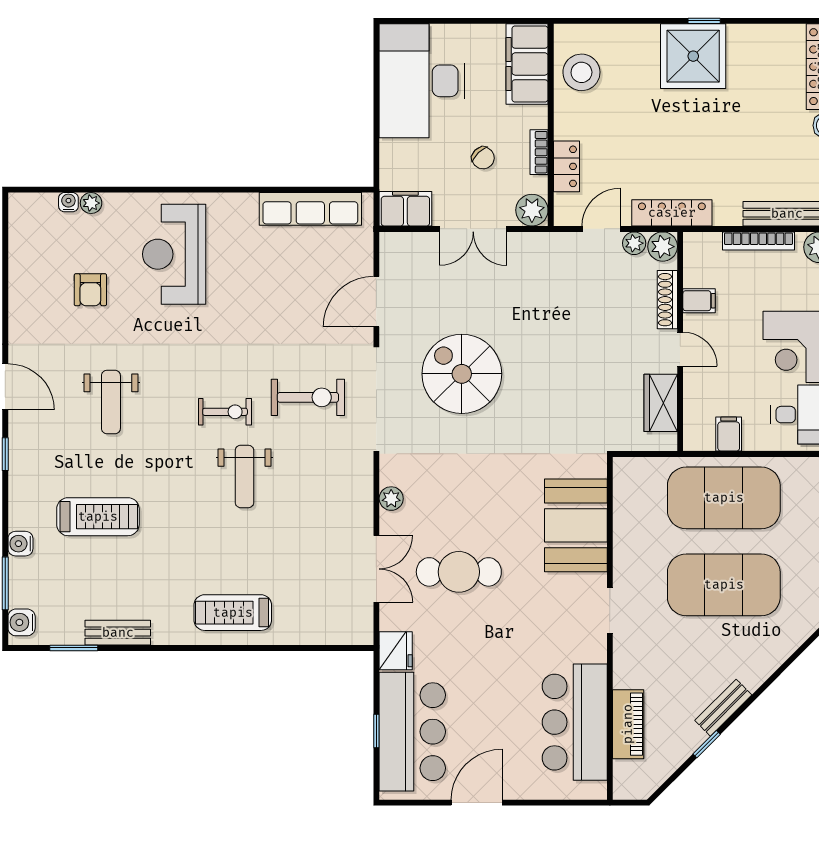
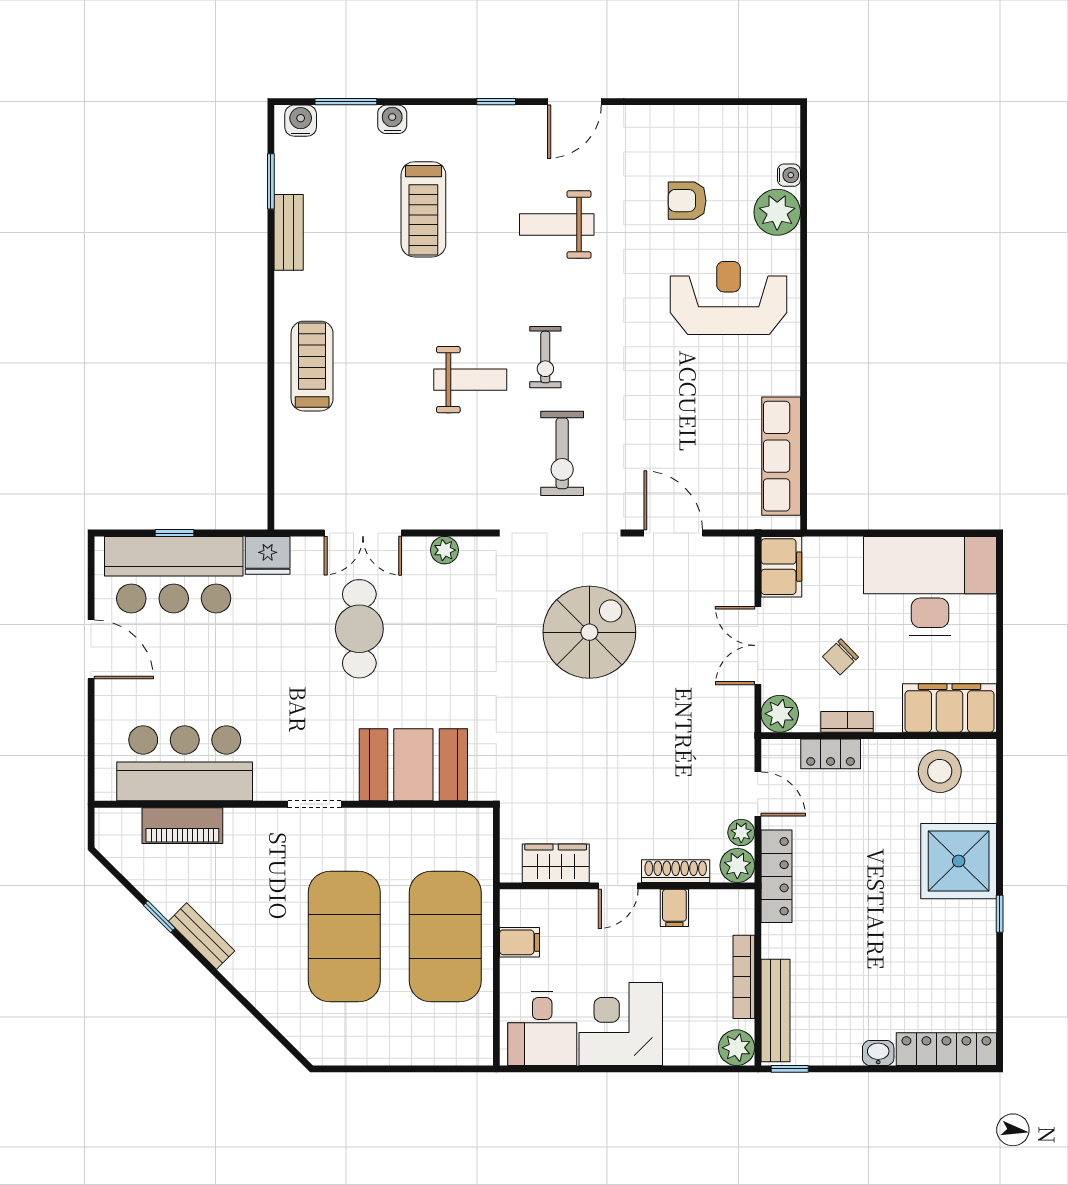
shower: (693, 56) -> (959, 861), moved
plant: (91, 203) -> (777, 212), width x1.88, depth x1.88
weight bench: (244, 476) -> (470, 380), turned 180

